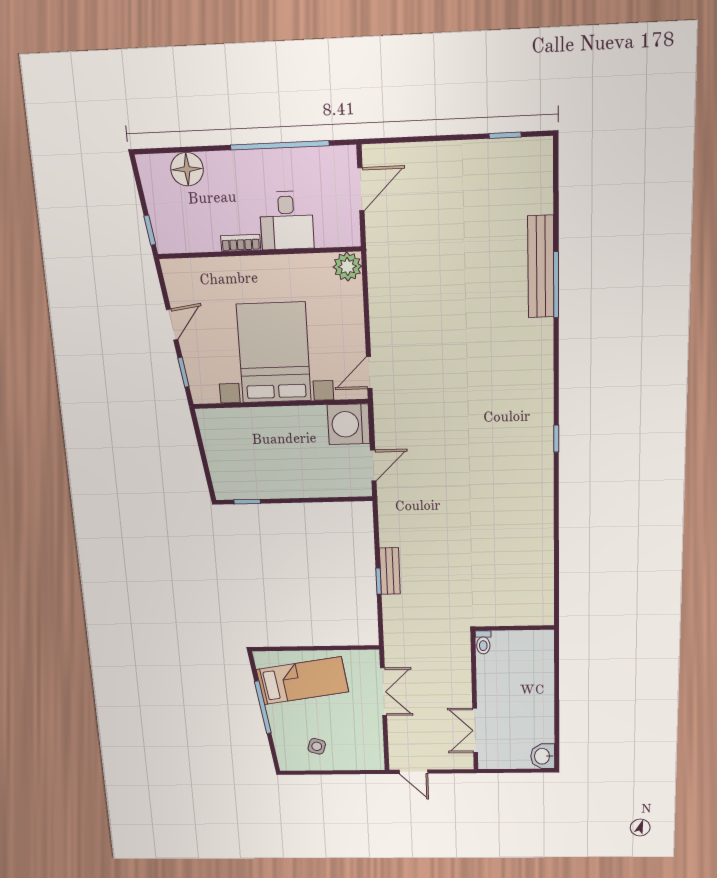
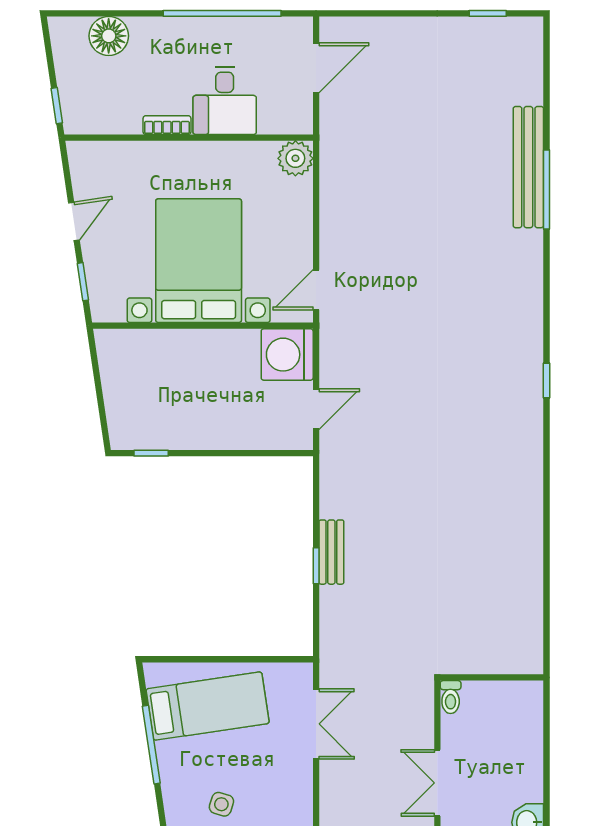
wall: (515, 628) -> (492, 677), moved
toilet: (483, 642) -> (451, 697), moved

